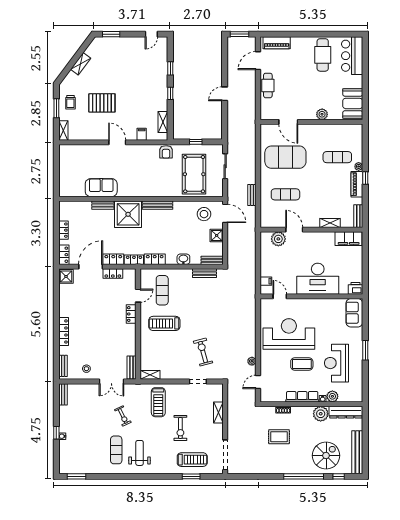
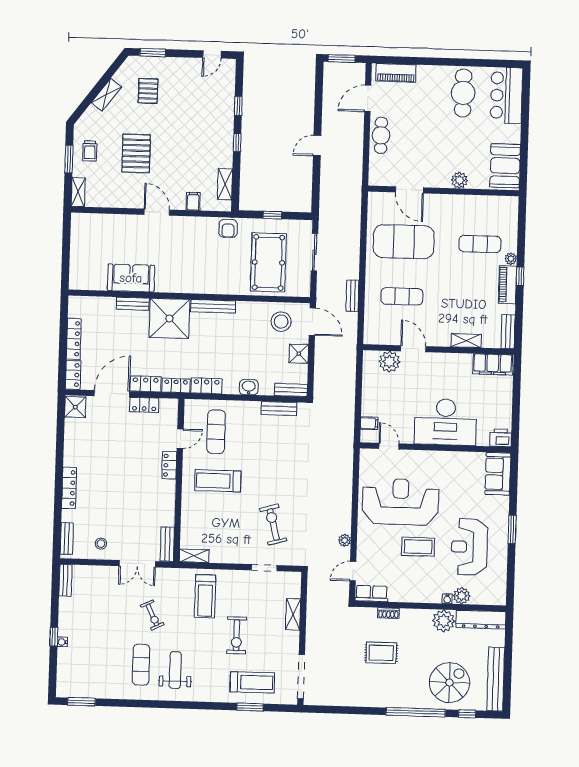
pallet: (109, 60) -> (148, 91), added
pallet: (102, 103) -> (136, 153), turned 90
locker: (64, 230) -> (74, 339), width x1.53
row of seats: (302, 397) -> (372, 593), moved, width x0.68

